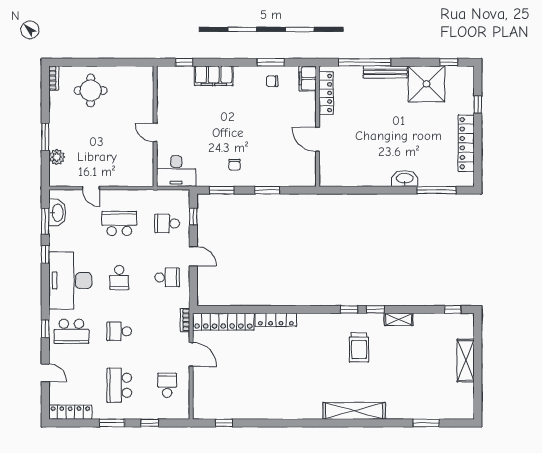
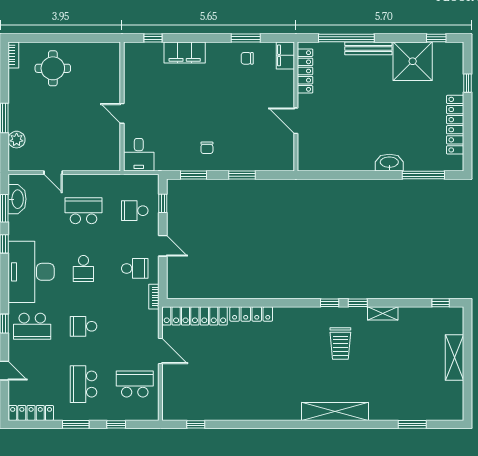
desk: (176, 171) -> (139, 155), width x0.73
bookcase: (185, 320) -> (154, 297), moved
school desk: (167, 385) -> (135, 384), width x1.85

